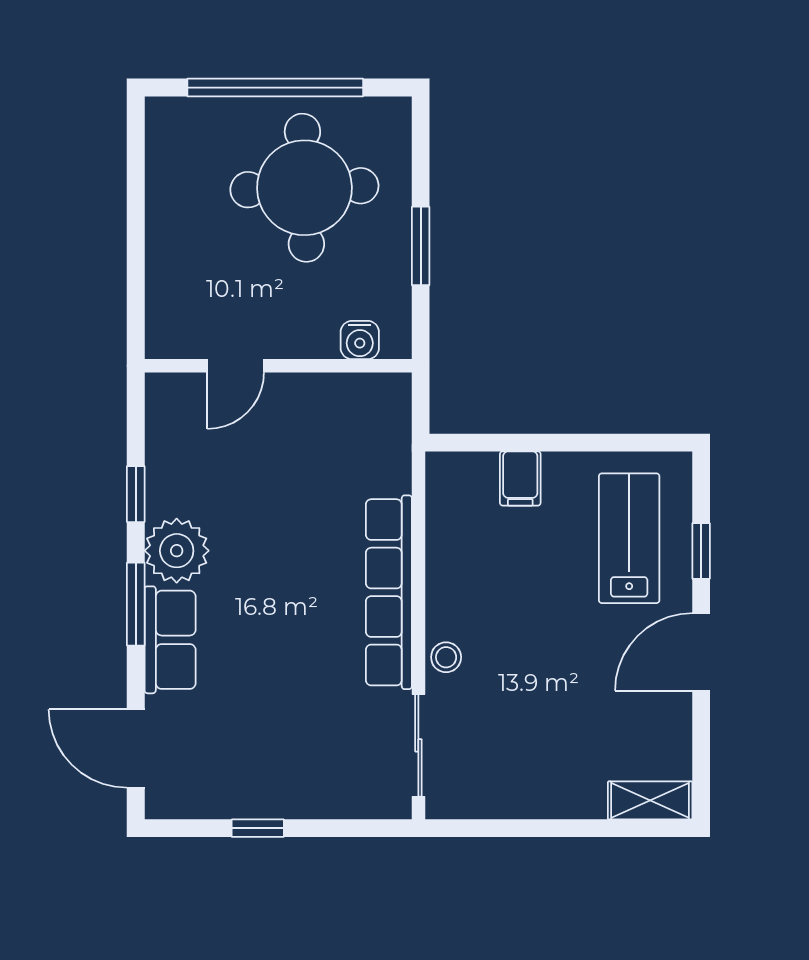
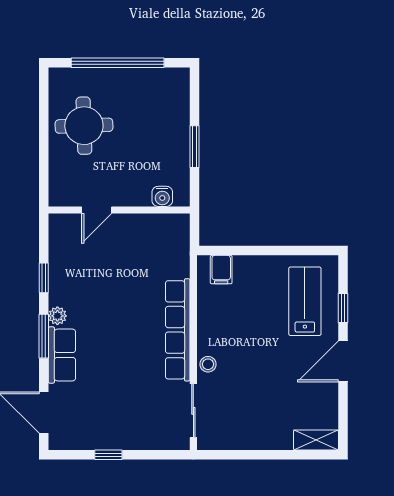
round table: (304, 188) -> (84, 126), moved, width x0.73, depth x0.73
filing cabinet: (520, 478) -> (221, 270), moved
plant: (177, 551) -> (57, 316), width x0.53, depth x0.53

